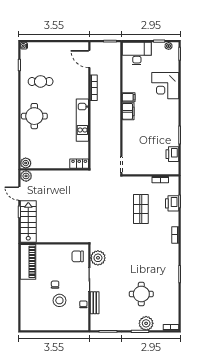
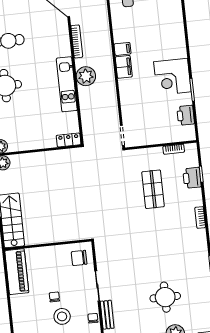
corner desk: (165, 86) -> (172, 77), moved
plant: (98, 258) -> (86, 76), moved

